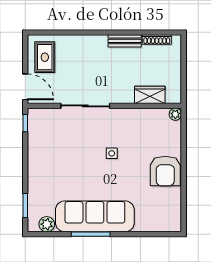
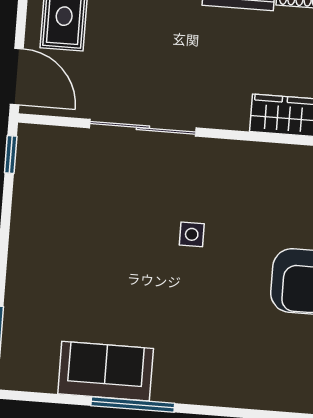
sofa: (95, 216) -> (106, 371), width x0.54, depth x0.79
plant: (47, 224) -> (40, 376), removed

